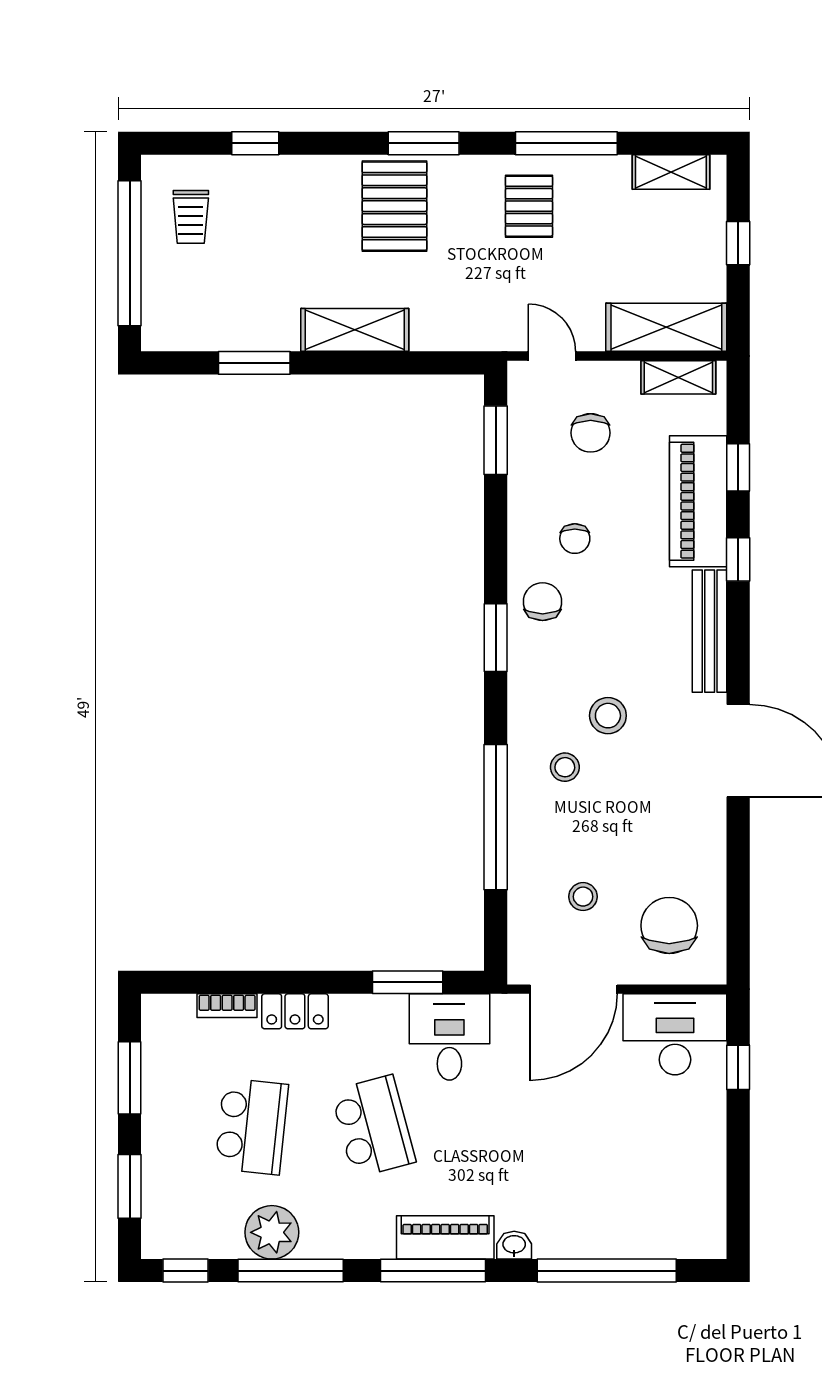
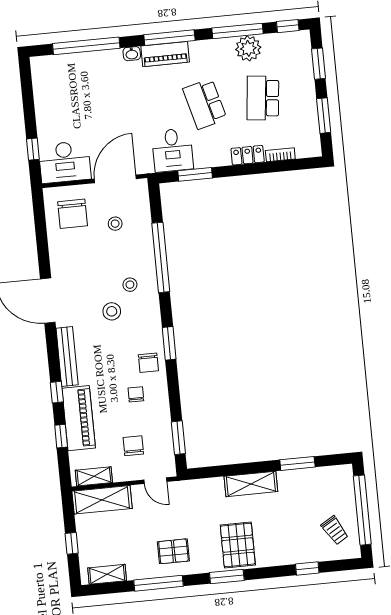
pallet: (529, 206) -> (173, 551), turned 90
trolley: (191, 217) -> (335, 530), turned 149

